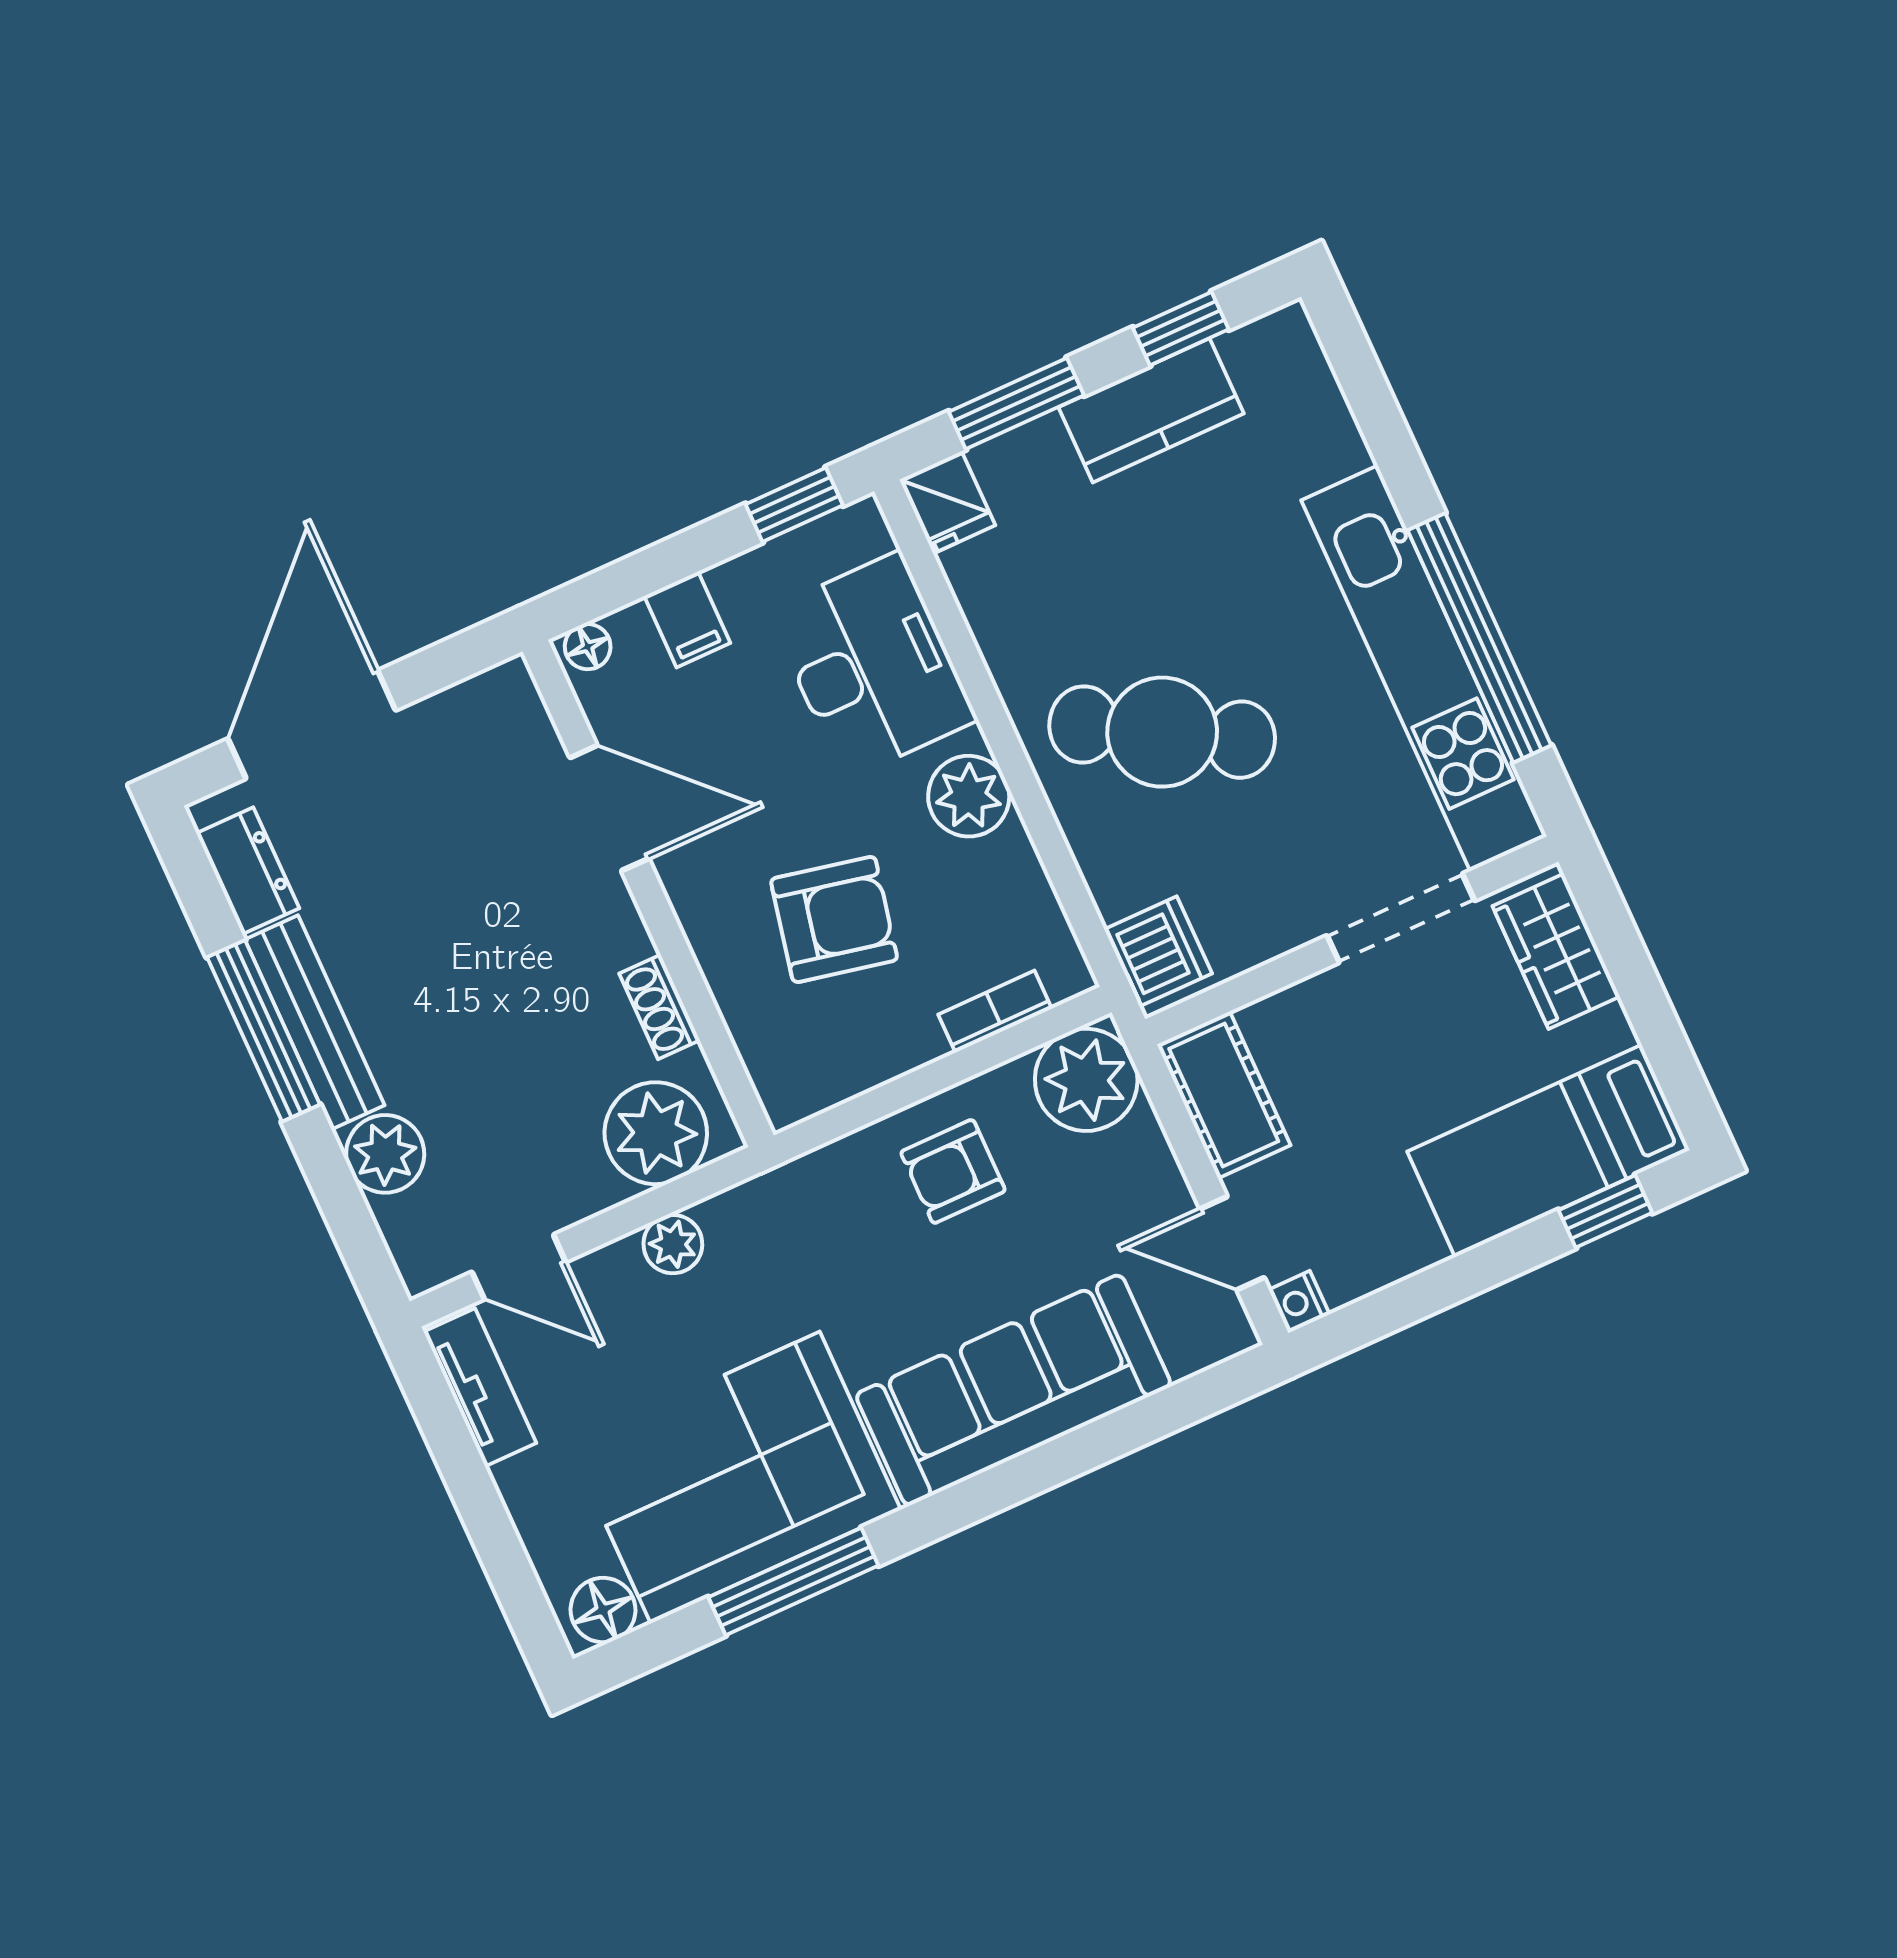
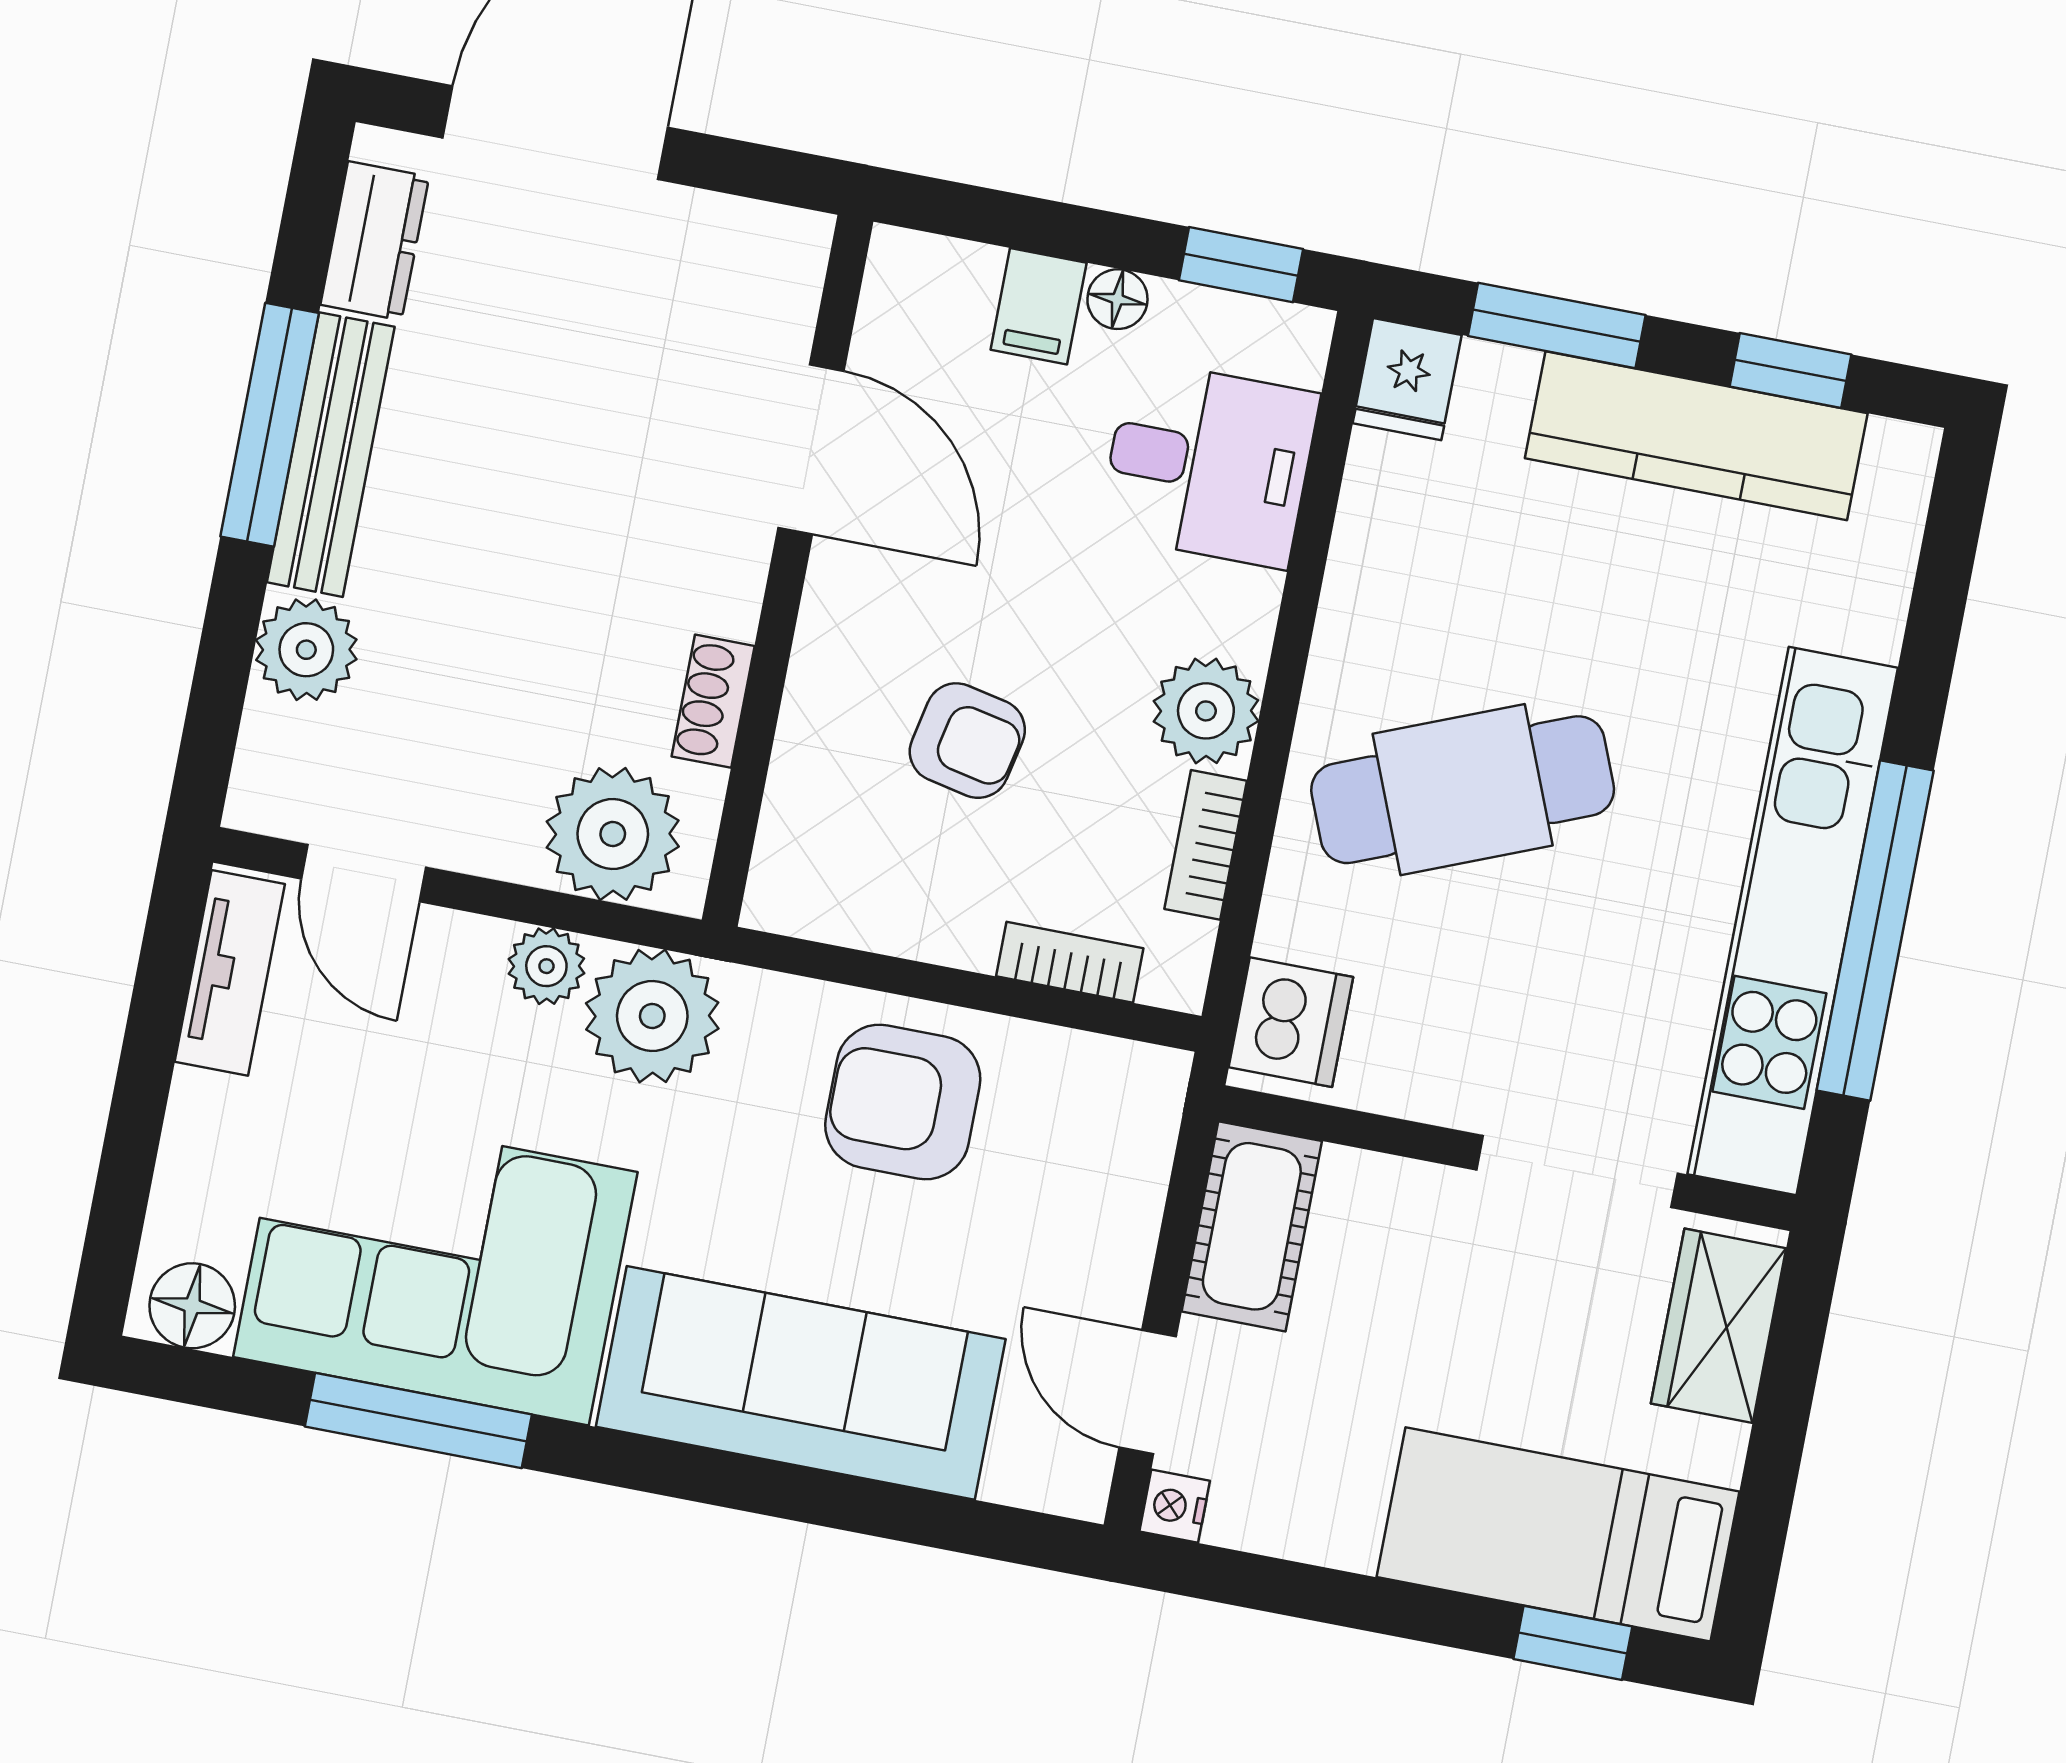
kitchen counter: (1151, 410) -> (1696, 436), width x1.50
floor lamp: (588, 647) -> (1117, 299), moved
desk: (872, 665) -> (1209, 464), width x0.73
cafe table: (1162, 732) -> (1463, 790), turned -52
bookcase: (1027, 879) -> (1206, 845), added
armchair: (834, 919) -> (967, 741), width x0.72, depth x0.72
plant: (1086, 1080) -> (652, 1016), moved
armchair: (953, 1171) -> (903, 1102), width x1.38, depth x1.38

